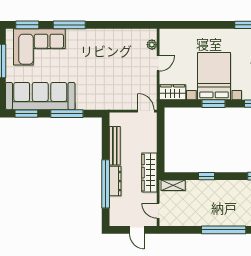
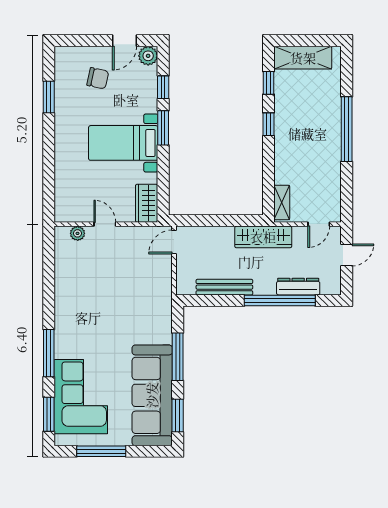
bed with nightstands: (214, 76) -> (123, 143), width x0.73
window: (213, 104) -> (163, 128), moved
window: (207, 176) -> (269, 124), moved
dresser: (115, 181) -> (298, 287), moved

